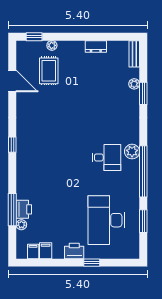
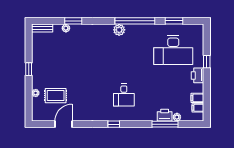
window: (34, 37) -> (29, 69), moved
dresser: (96, 46) -> (36, 58), removed
desk: (106, 157) -> (124, 95), moved, turned 180

